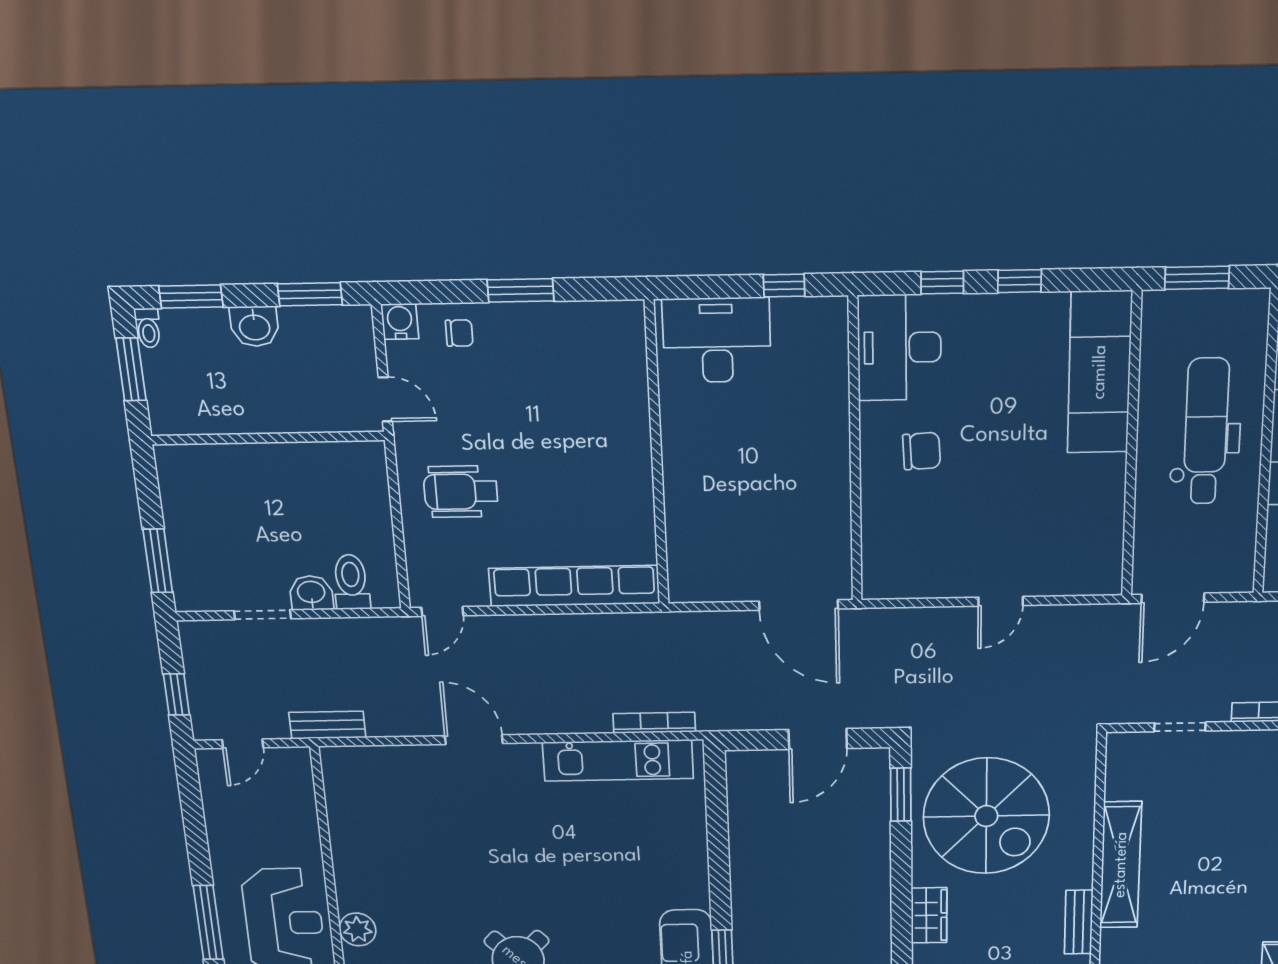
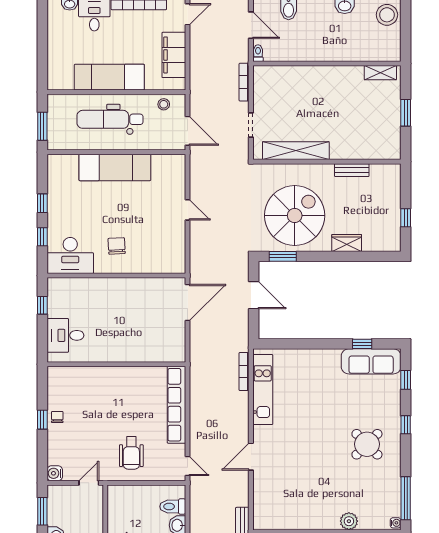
window: (521, 290) -> (42, 420), width x0.67
chair: (459, 333) -> (57, 417), moved
desk: (717, 340) -> (65, 335), width x0.73
exam couch: (1100, 372) -> (115, 167), moved
stool: (1233, 547) -> (164, 104), added
shelving: (1121, 865) -> (296, 151), moved

